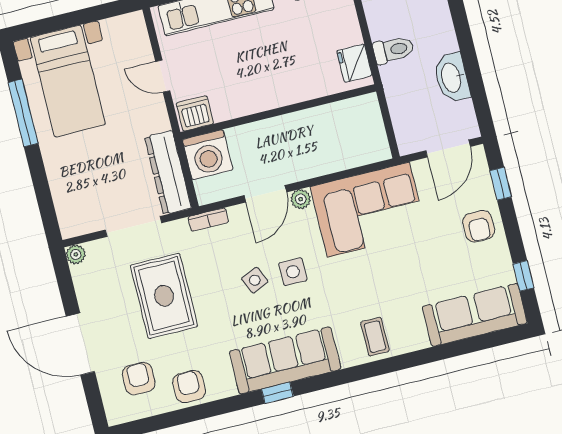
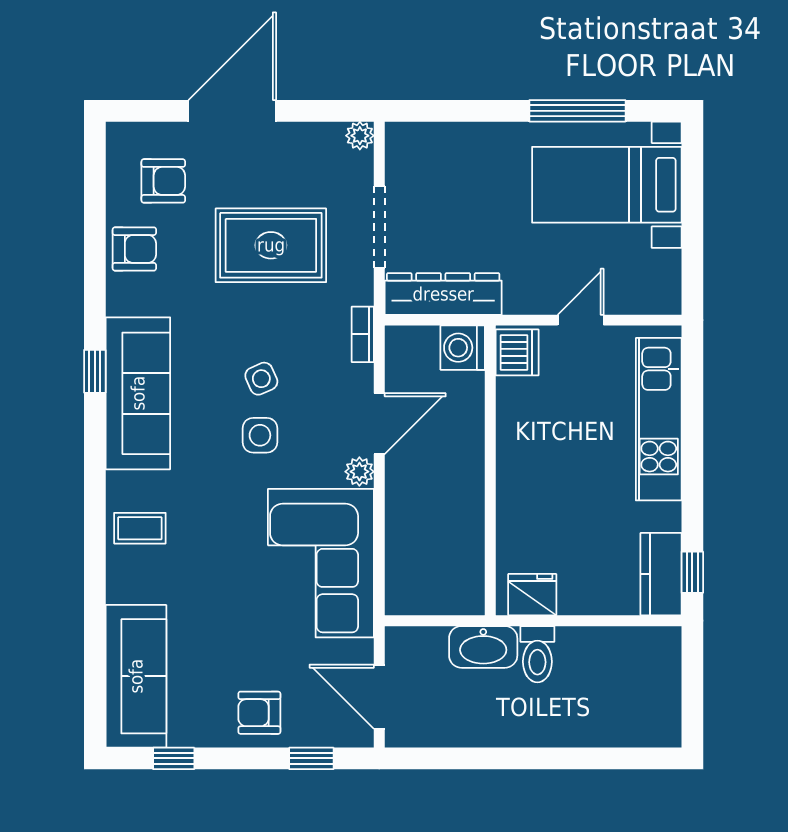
washbasin: (452, 77) -> (483, 647), moved, turned 180
washing machine: (208, 155) -> (463, 348), width x0.73, depth x0.73
door: (265, 194) -> (379, 424), swing flipped

